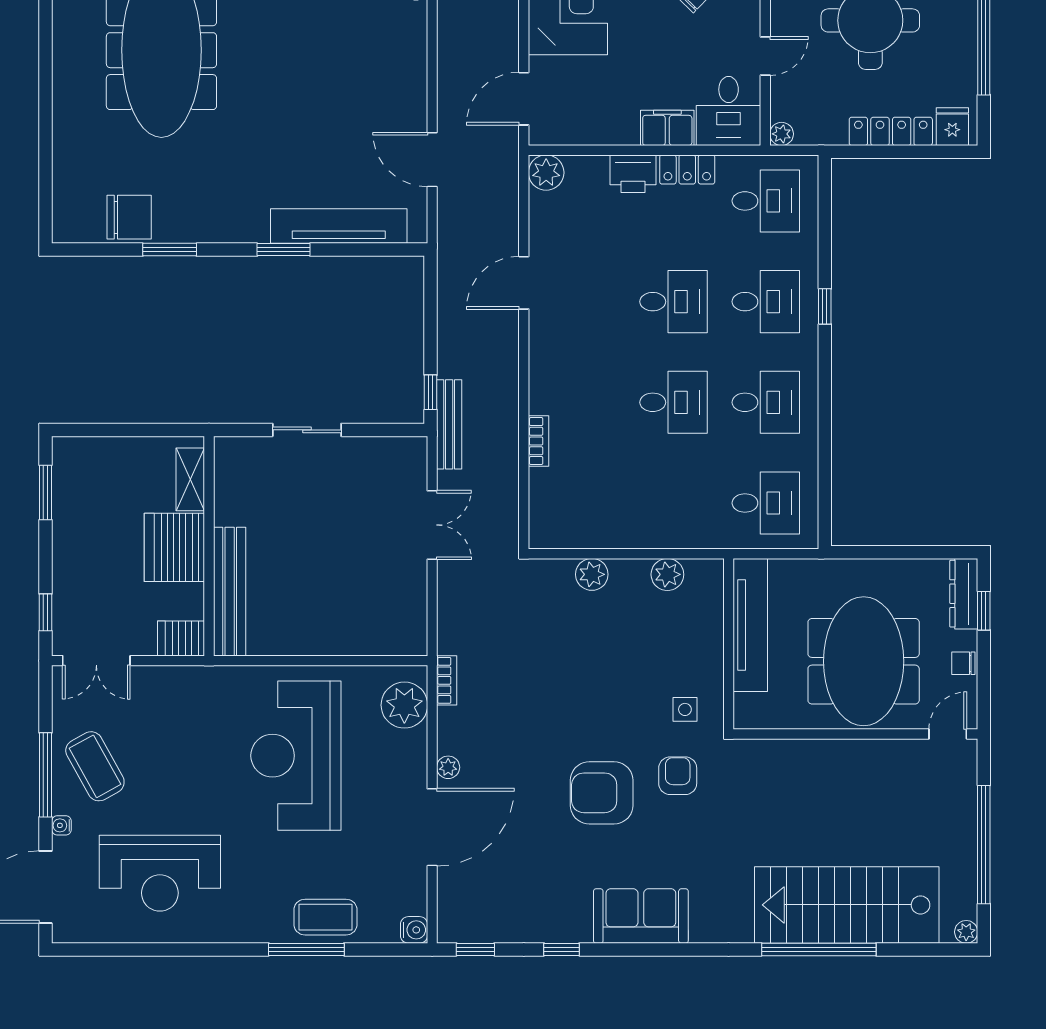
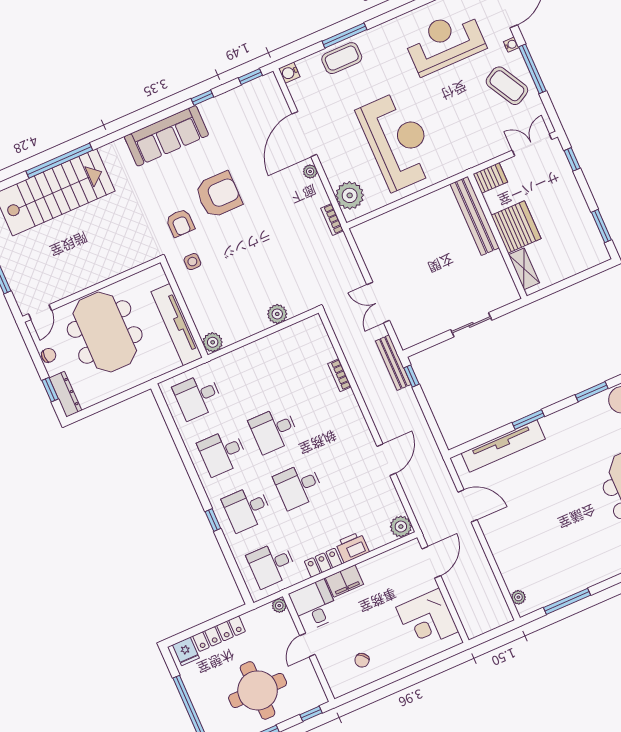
plant: (667, 574) -> (213, 342), moved
sofa: (641, 916) -> (166, 136), width x1.36

